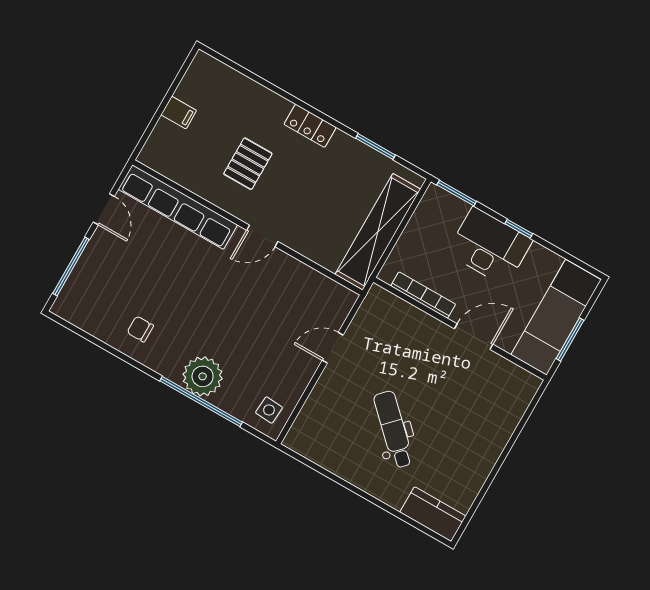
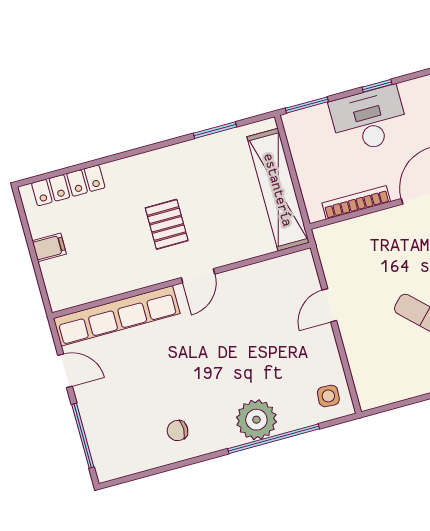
locker: (310, 126) -> (68, 185), moved, width x1.53
pallet: (248, 164) -> (167, 224), moved

